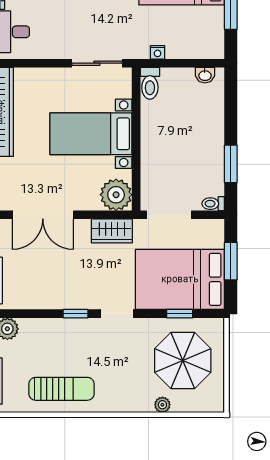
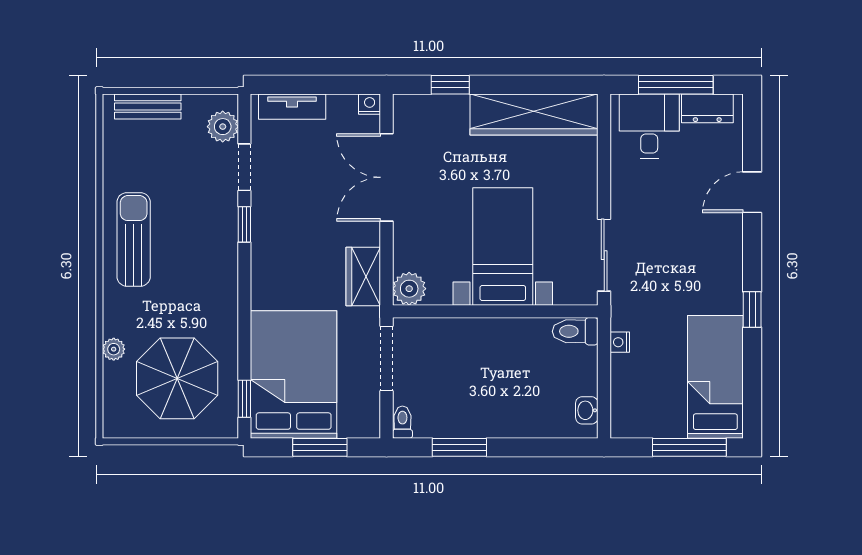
plant: (116, 195) -> (409, 289), width x0.73, depth x0.73
doorway: (117, 314) -> (244, 167), moved
window: (180, 314) -> (244, 399), moved
sun lounger: (61, 389) -> (134, 239), moved, turned 180

